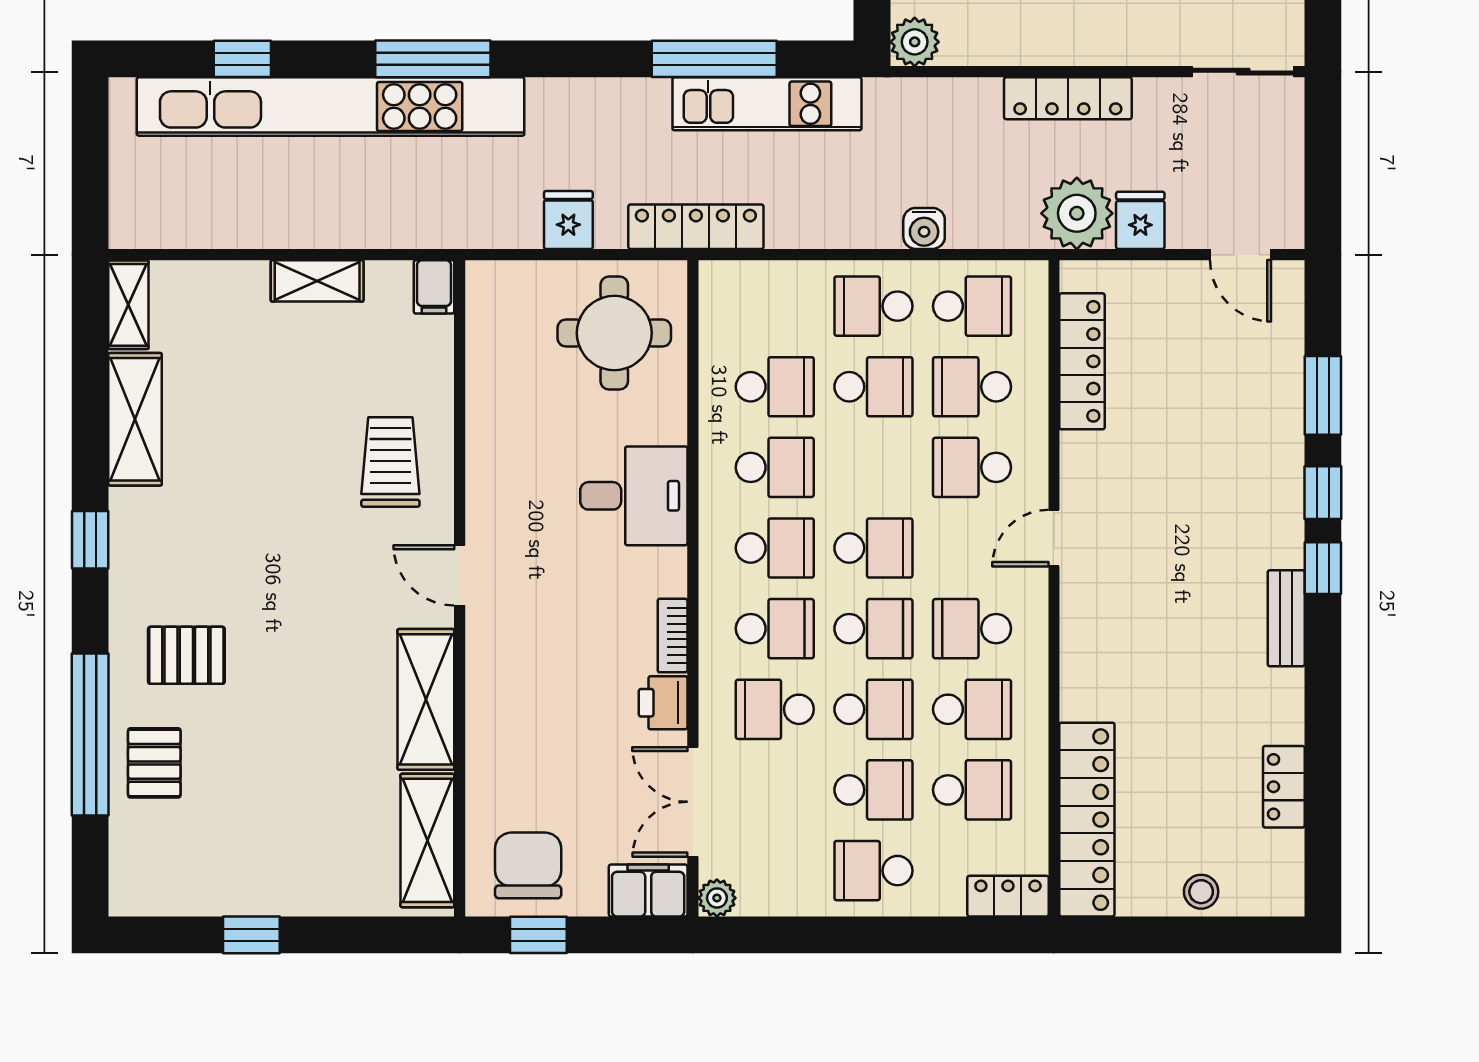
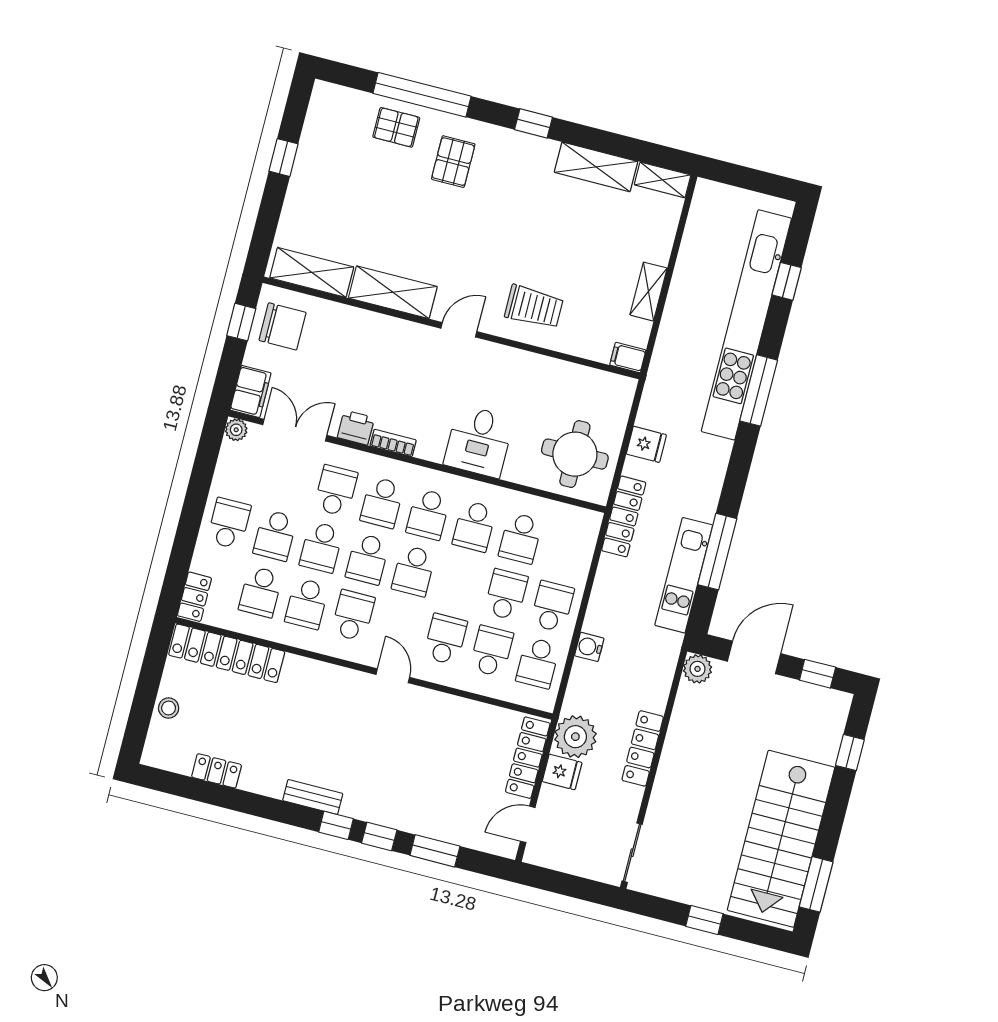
locker: (1082, 361) -> (528, 758), moved, turned 90
school desk: (873, 387) -> (506, 595), turned 180

